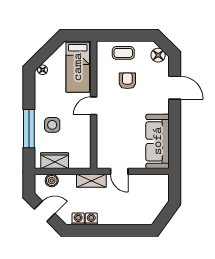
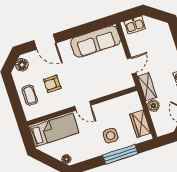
door: (175, 88) -> (45, 42), swing flipped
boiler: (52, 181) -> (153, 106), moved
kitchen sink: (162, 189) -> (135, 25), added

